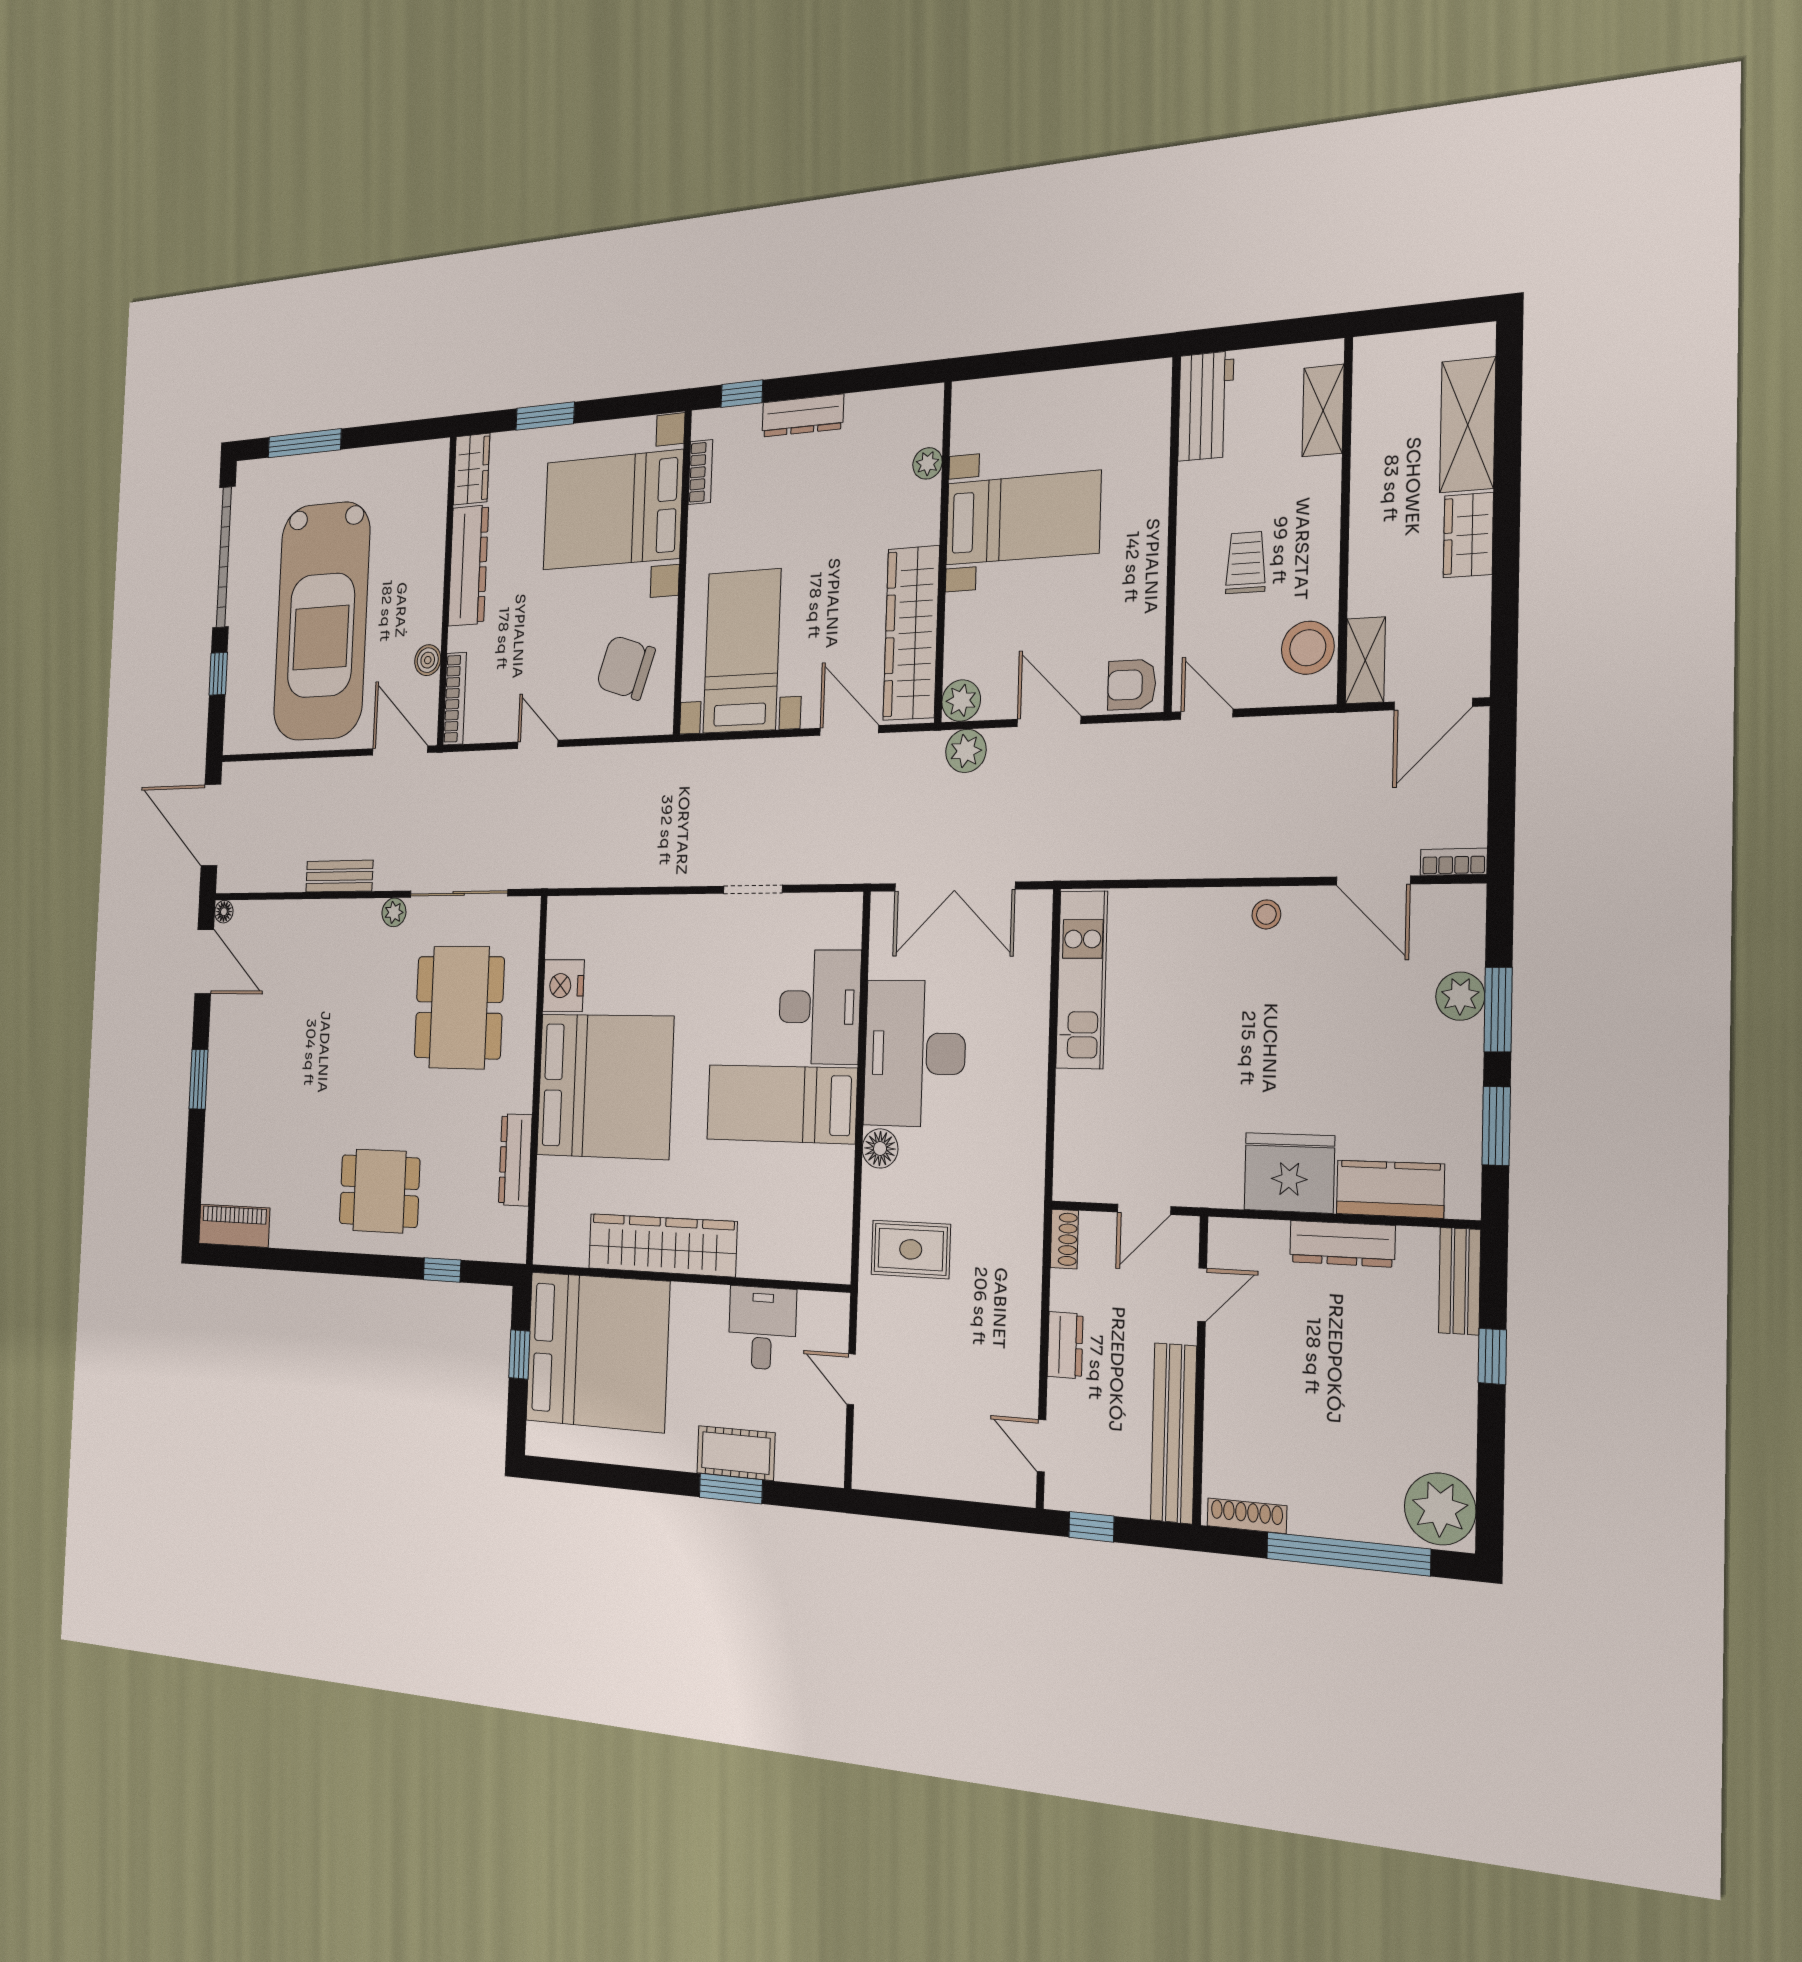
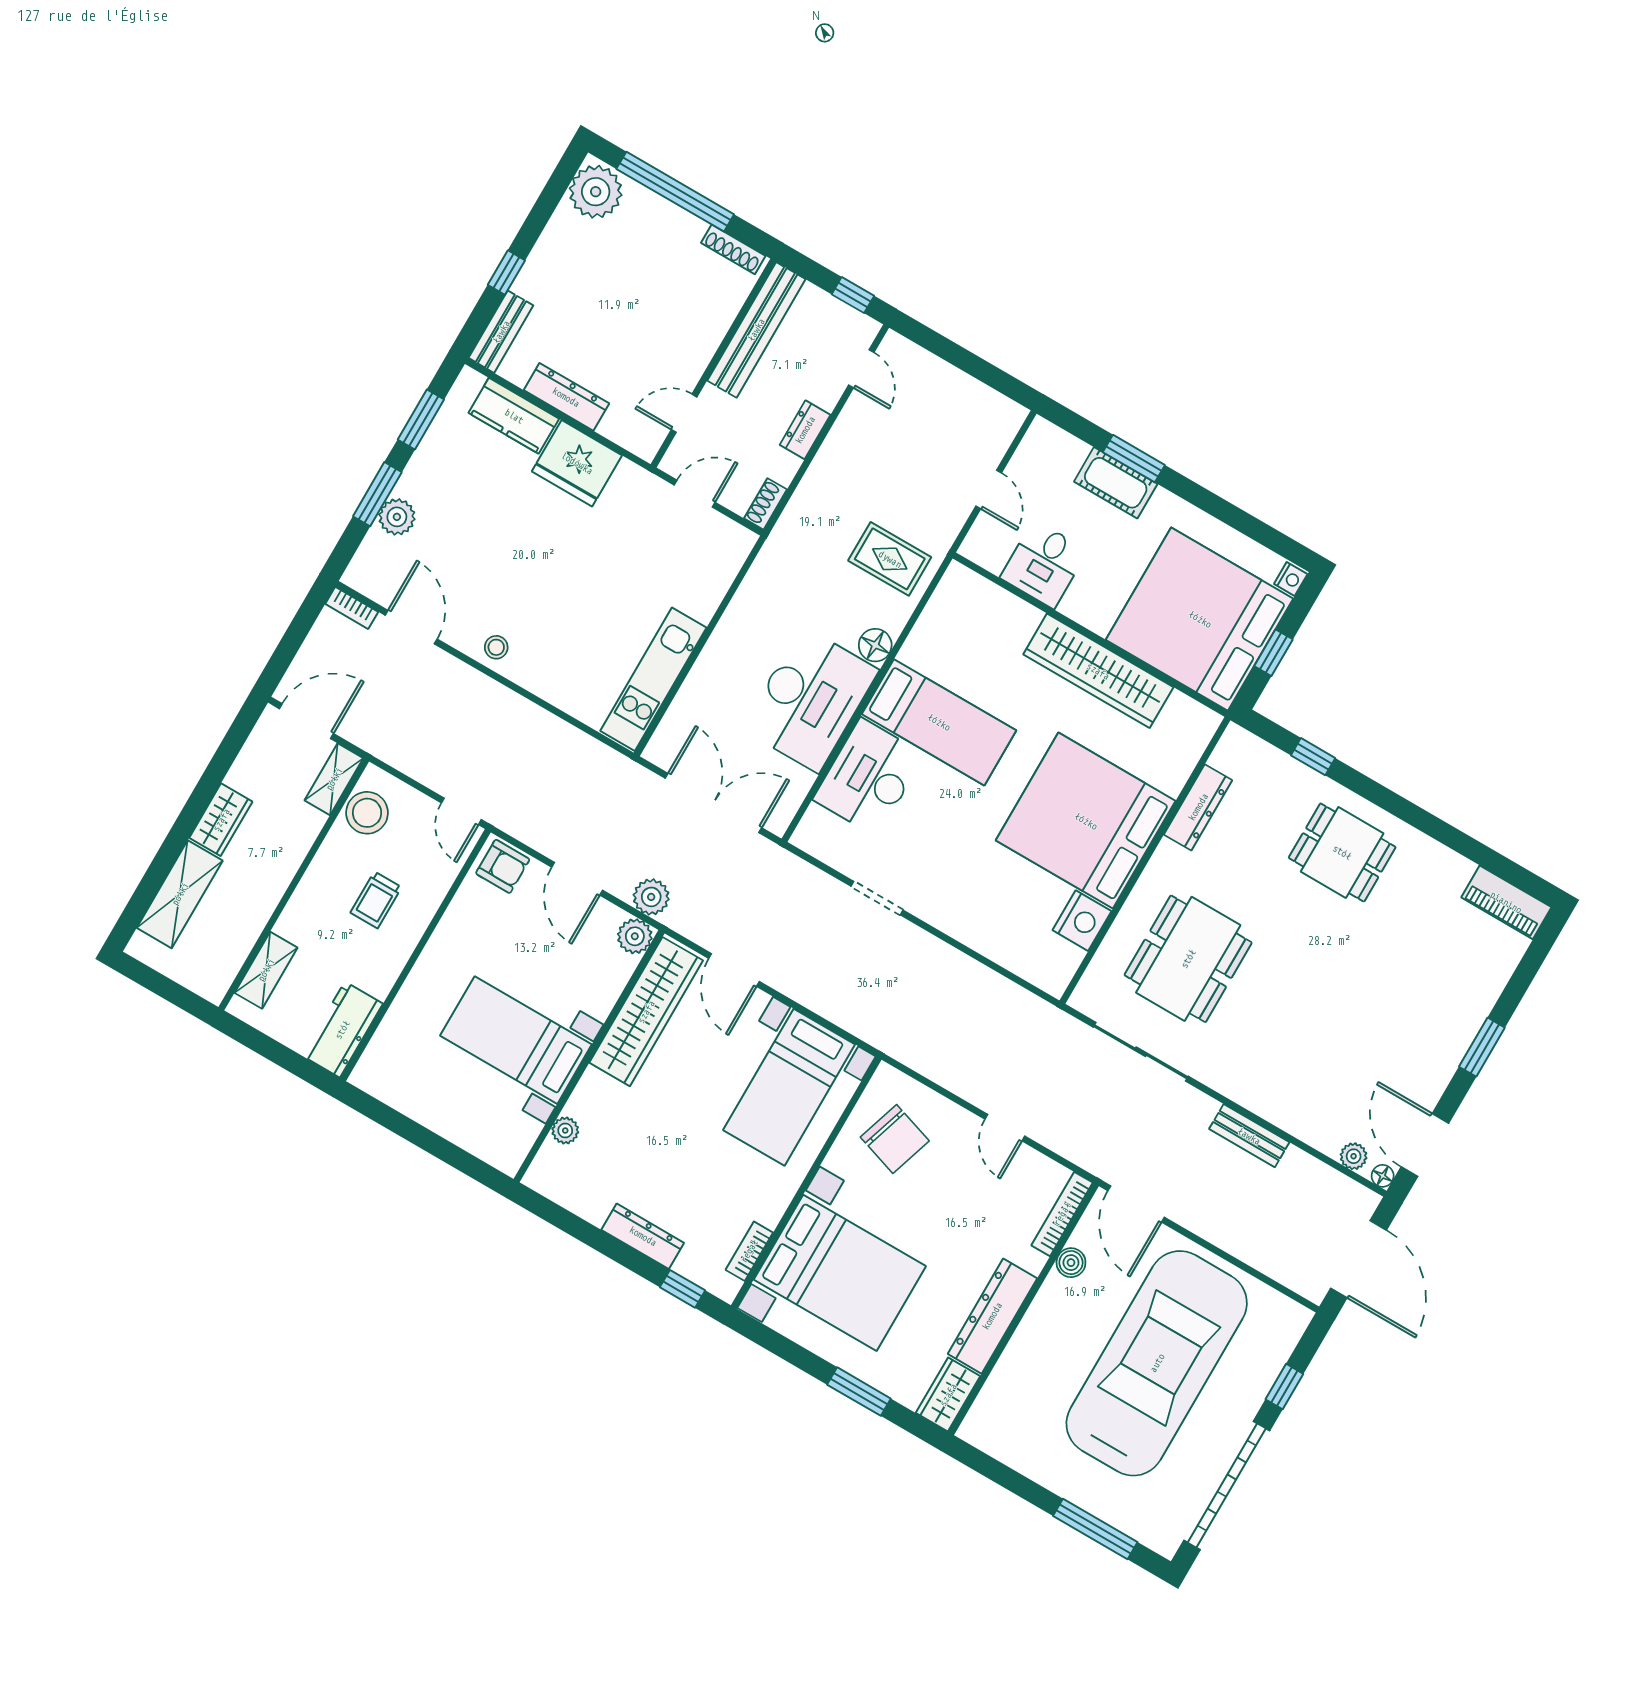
plant: (394, 912) -> (1354, 1156), moved
nightstand: (537, 1439) -> (1291, 579), added

